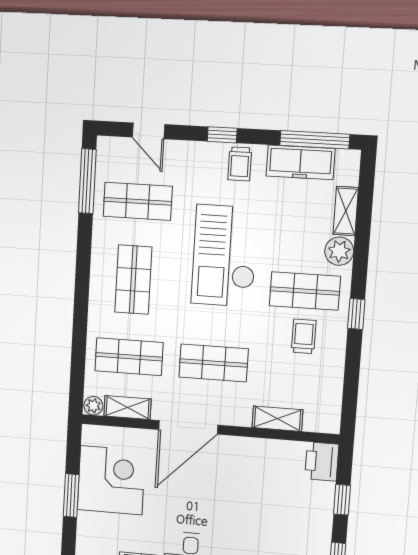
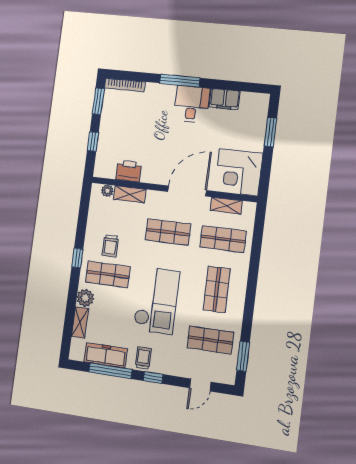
door: (148, 131) -> (200, 385), swing flipped
window: (315, 140) -> (110, 371), moved
window: (87, 181) -> (243, 356), width x0.69
plant: (93, 406) -> (107, 191), moved
printer: (322, 461) -> (129, 171), moved, turned -90
corner desk: (111, 480) -> (239, 172), moved
window: (71, 496) -> (270, 132), moved

